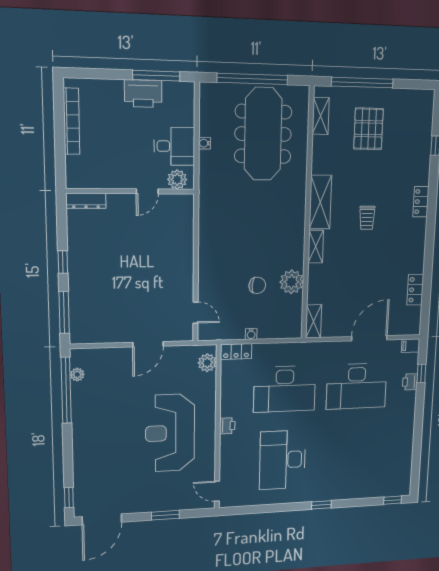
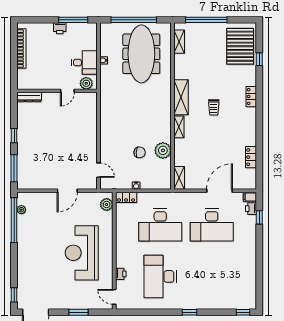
printer: (143, 94) -> (60, 28), width x0.53, depth x0.68
pallet: (368, 129) -> (240, 46), moved, width x1.37, depth x1.41
printer: (410, 382) -> (251, 209), moved
printer: (227, 426) -> (121, 274), moved

